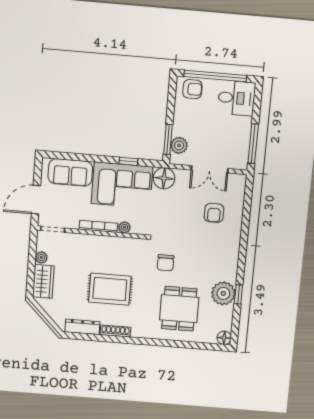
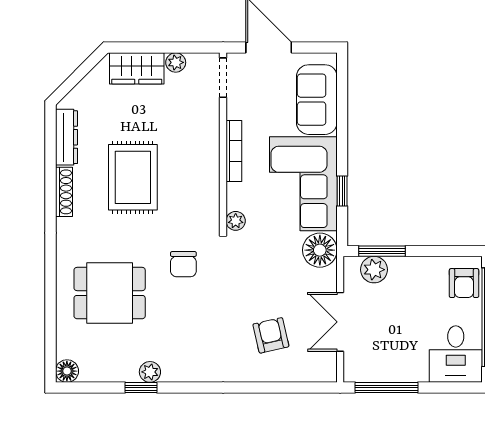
armchair: (214, 213) -> (271, 335), turned 77
plant: (124, 227) -> (236, 221), moved
chair: (166, 263) -> (183, 264), turned -90
plant: (223, 293) -> (150, 372), width x0.53, depth x0.53

